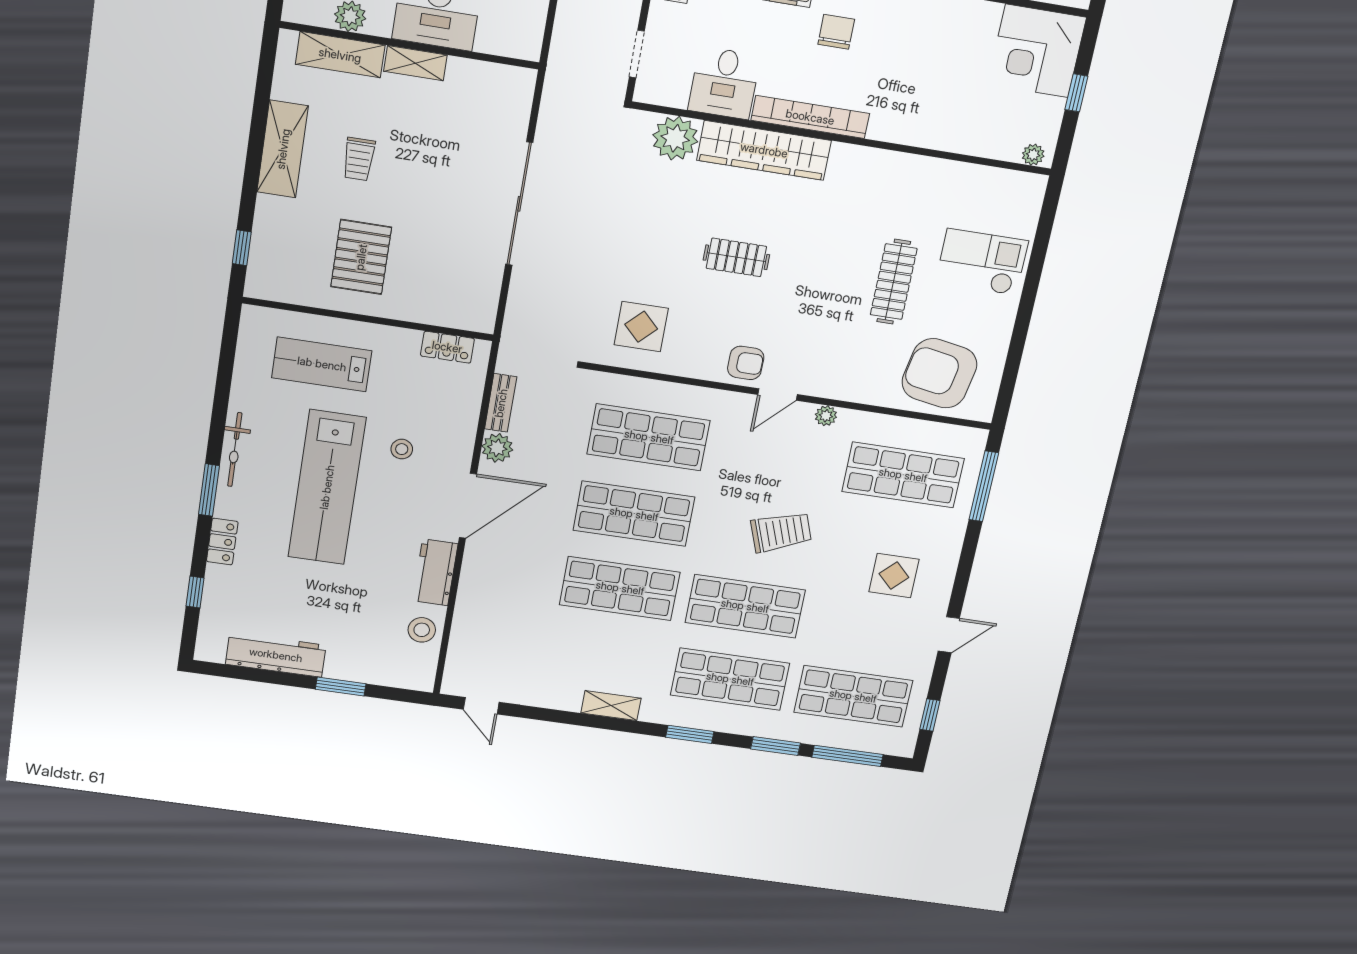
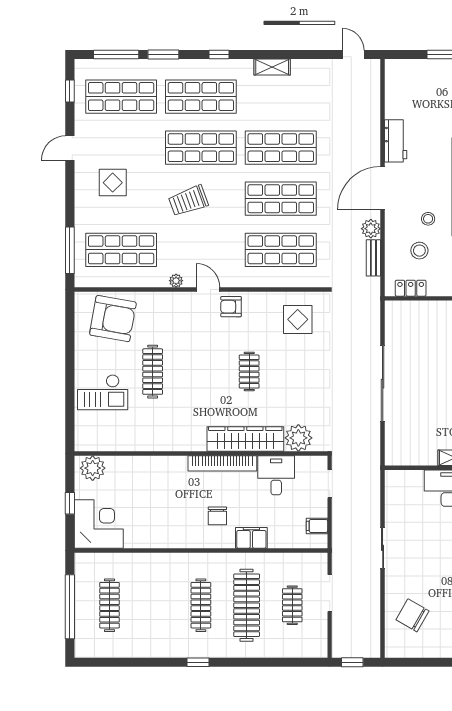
plant: (1033, 155) -> (93, 468), width x1.87, depth x1.87
clothes rail: (736, 257) -> (249, 372), turned 90
door: (778, 395) -> (208, 290), hinge flipped
stool: (422, 630) -> (419, 251), moved
window: (690, 734) -> (219, 54), width x0.67

